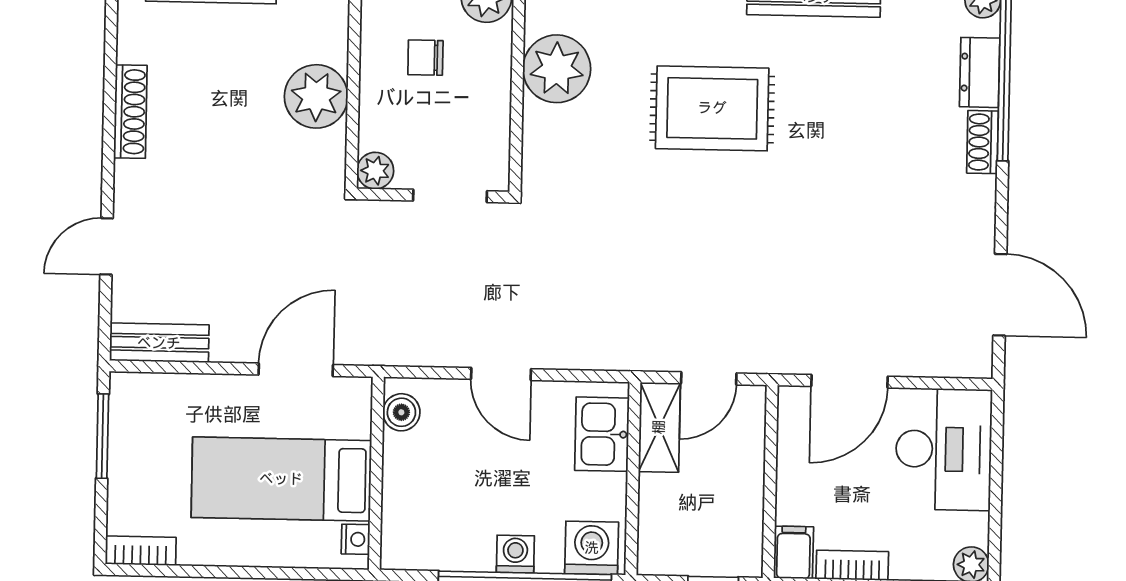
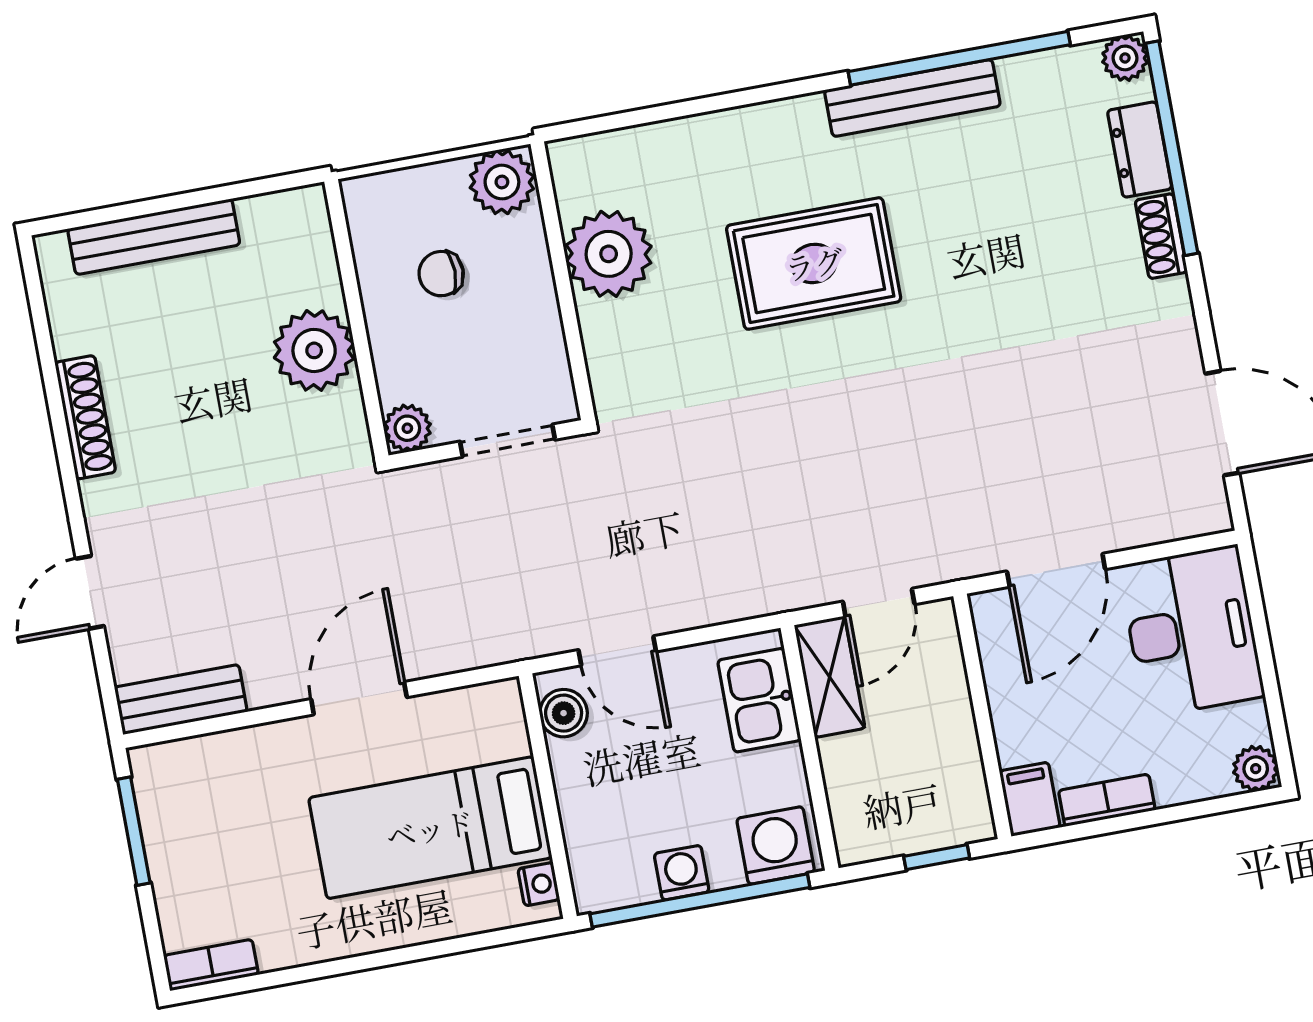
boiler: (401, 412) -> (564, 713), moved
wall: (376, 473) -> (548, 796), moved
bed: (281, 479) -> (430, 828), moved
nightstand: (355, 539) -> (539, 884), moved

